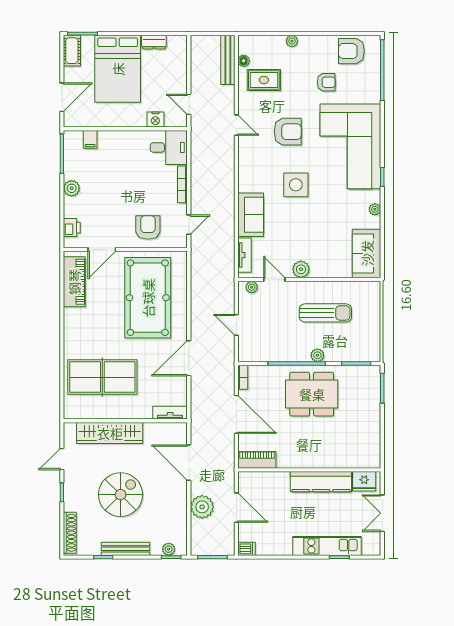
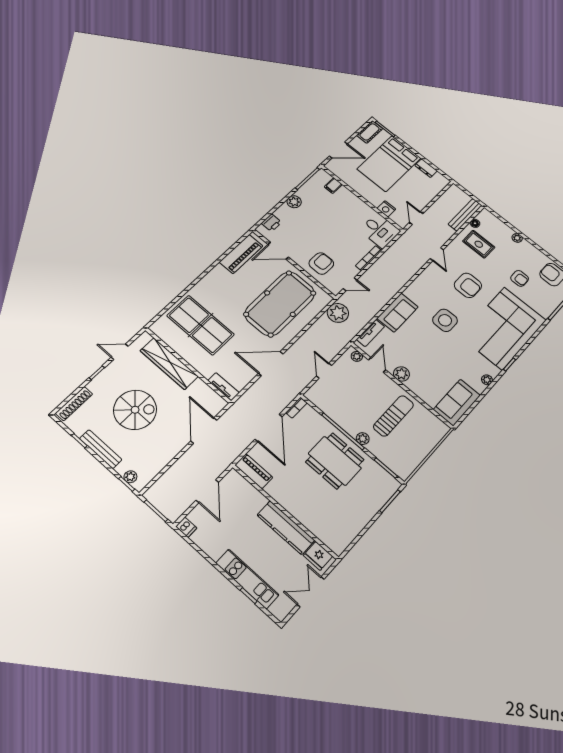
sun lounger: (325, 313) -> (393, 416), turned -90
plant: (202, 507) -> (338, 313), moved

